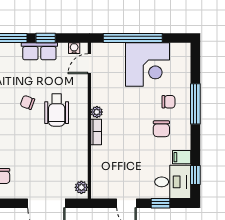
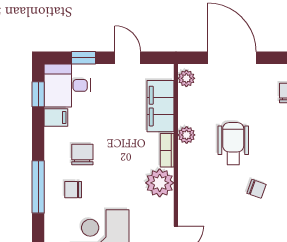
wheelchair: (57, 110) -> (233, 144), moved
plant: (97, 112) -> (160, 183), width x1.88, depth x1.88
plant: (81, 144) -> (187, 135), added
filing cabinet: (101, 166) -> (161, 106), added

